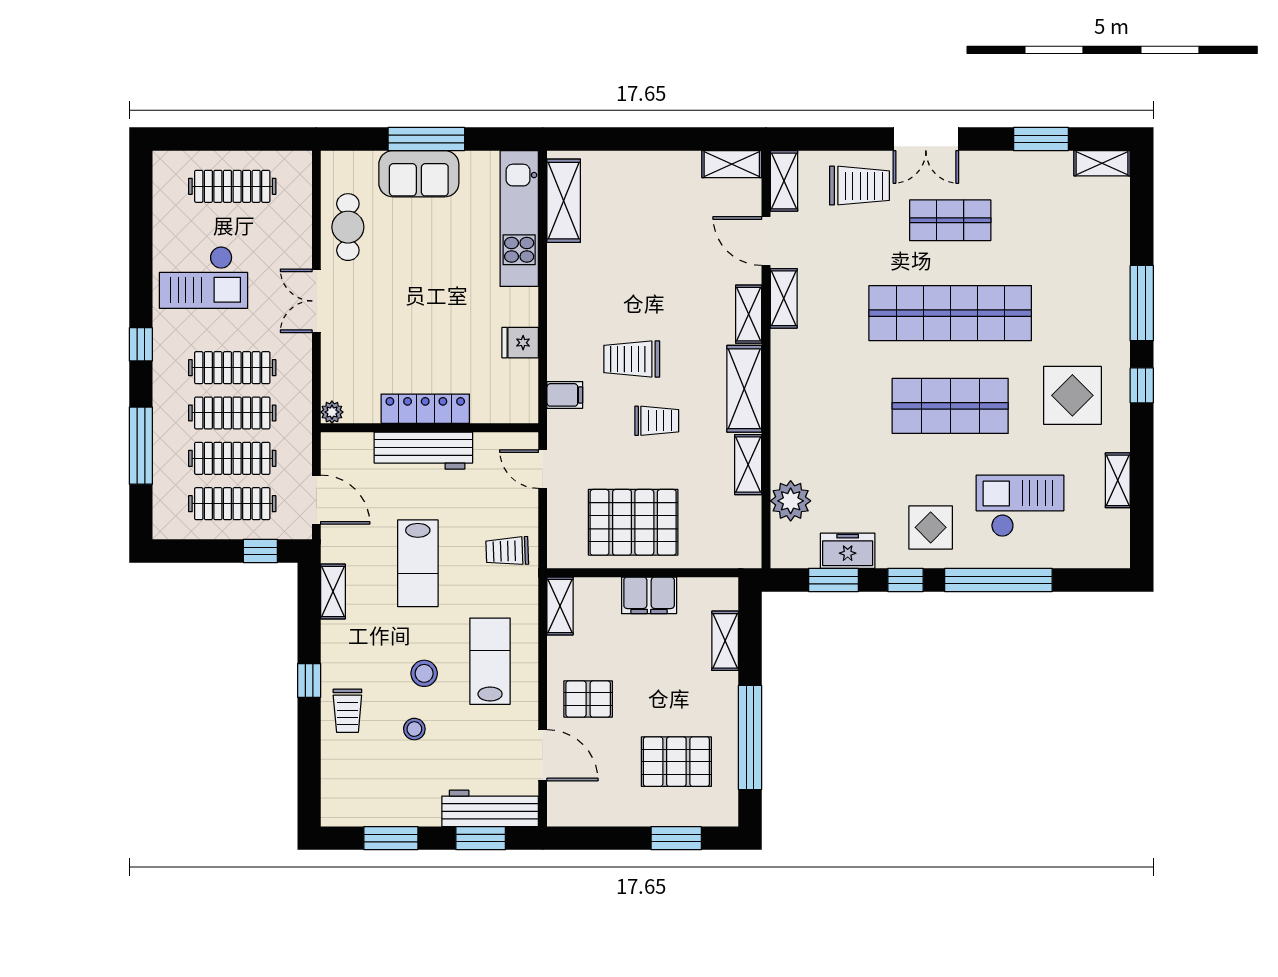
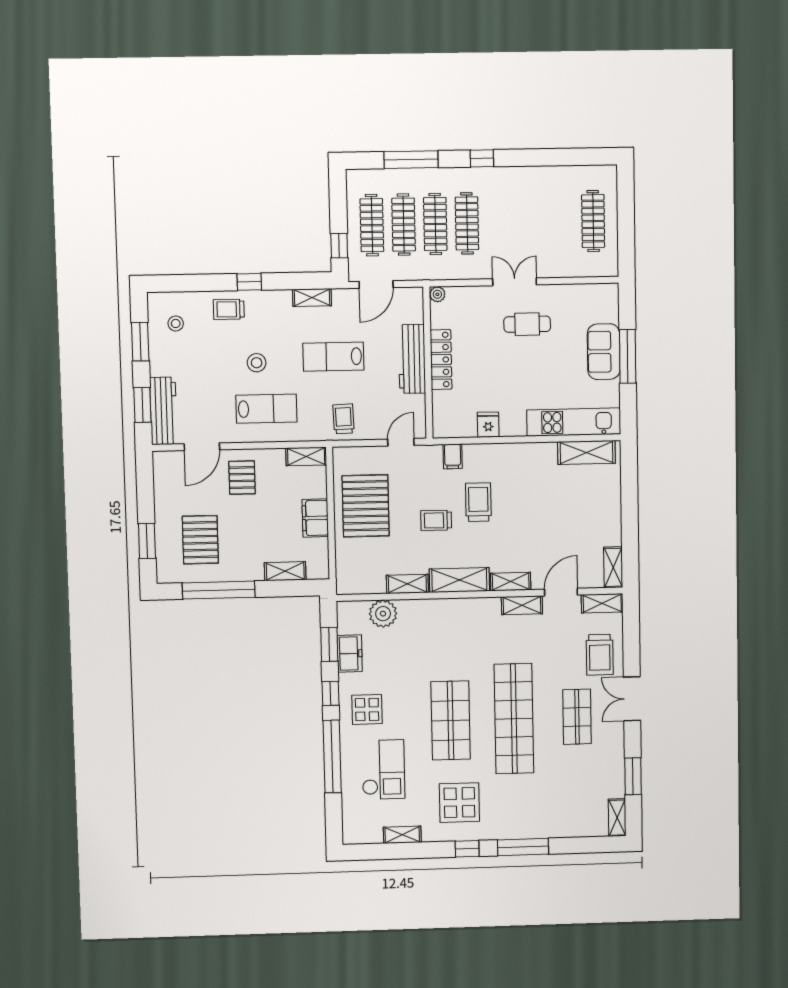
cafe table: (348, 227) -> (527, 324), moved
checkout: (203, 277) -> (529, 202), removed
trolley: (657, 421) -> (436, 520), turned 90
stool: (414, 729) -> (176, 323), moved

